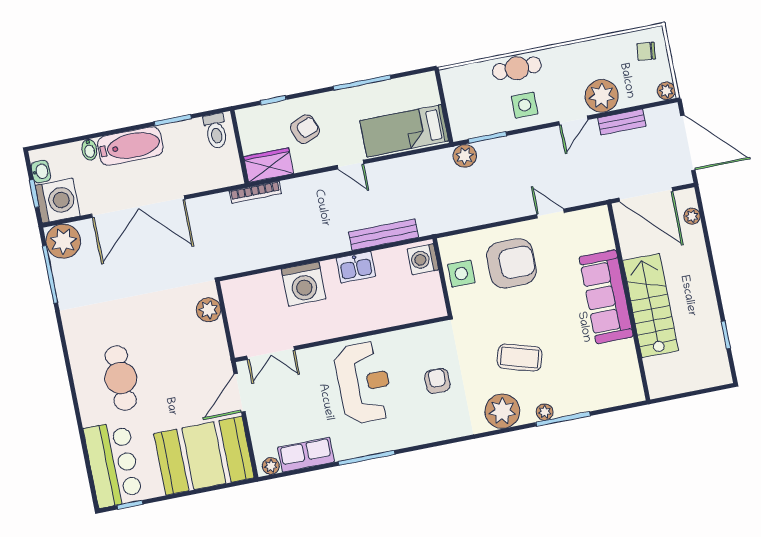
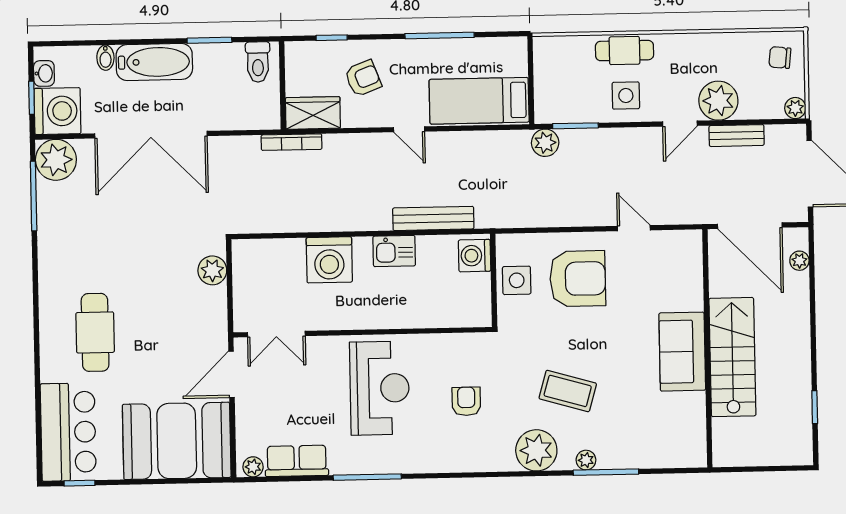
sofa: (606, 297) -> (682, 352), width x0.73

